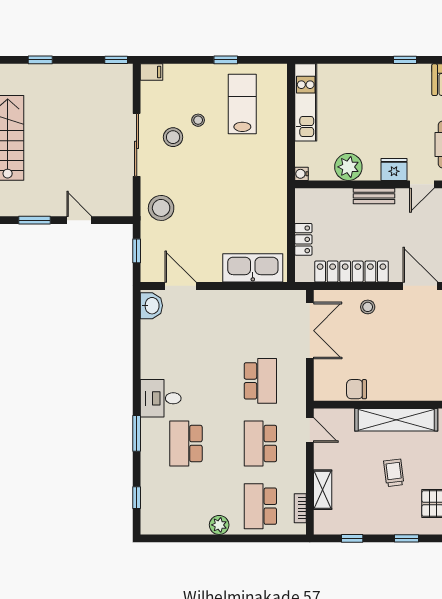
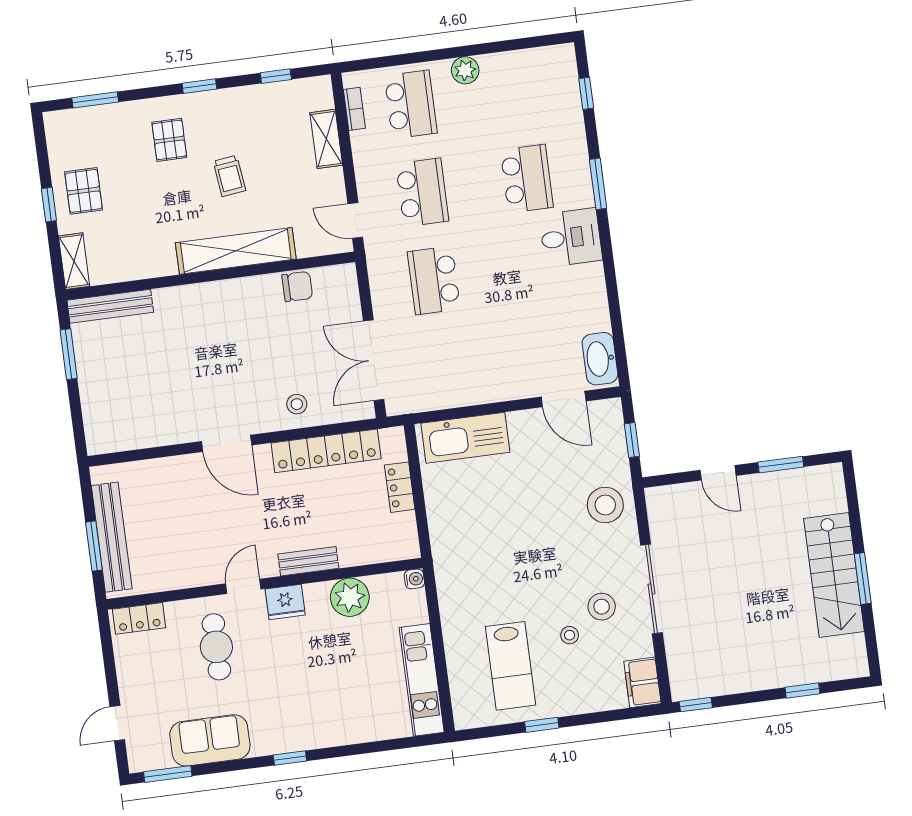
filing cabinet: (151, 72) -> (642, 682), width x2.00
washbasin: (151, 306) -> (600, 359), width x1.38

